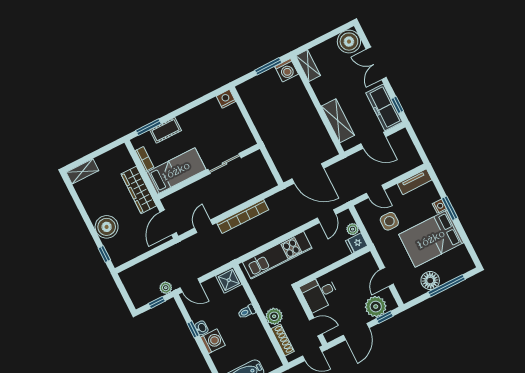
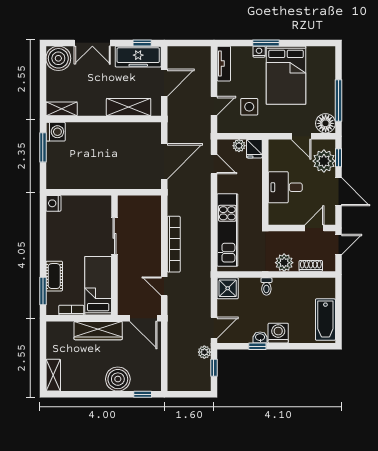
floor lamp: (430, 281) -> (326, 123), moved
window: (447, 286) -> (338, 100), moved
desk: (320, 293) -> (285, 187), moved, turned 90
shoe rack: (283, 340) -> (311, 266), width x0.70

